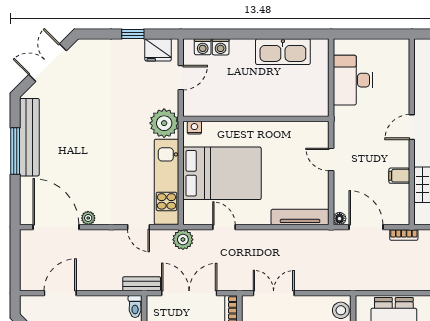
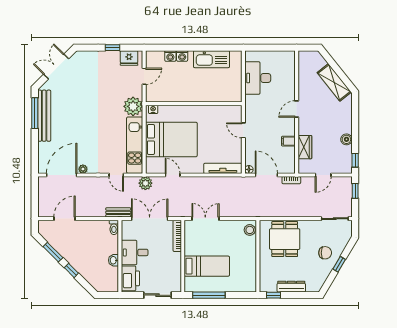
washing machine: (203, 47) -> (182, 56), moved
window: (15, 151) -> (35, 113), moved
door: (56, 227) -> (62, 175), hinge flipped

